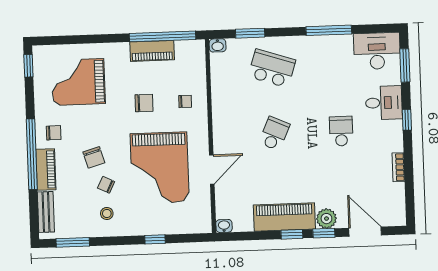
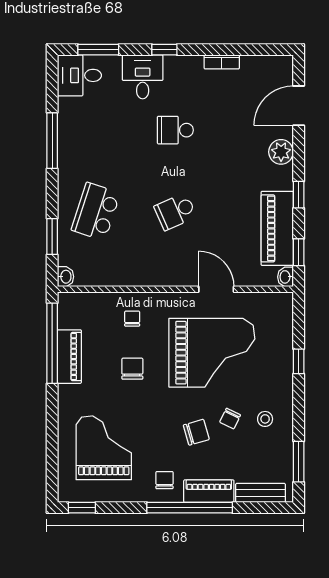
desk: (377, 51) -> (79, 75), width x0.73
grand piano: (78, 82) -> (104, 448), turned 180
school desk: (274, 134) -> (175, 212), turned -48
piano: (284, 217) -> (277, 228), moved
window: (324, 233) -> (299, 252), moved

